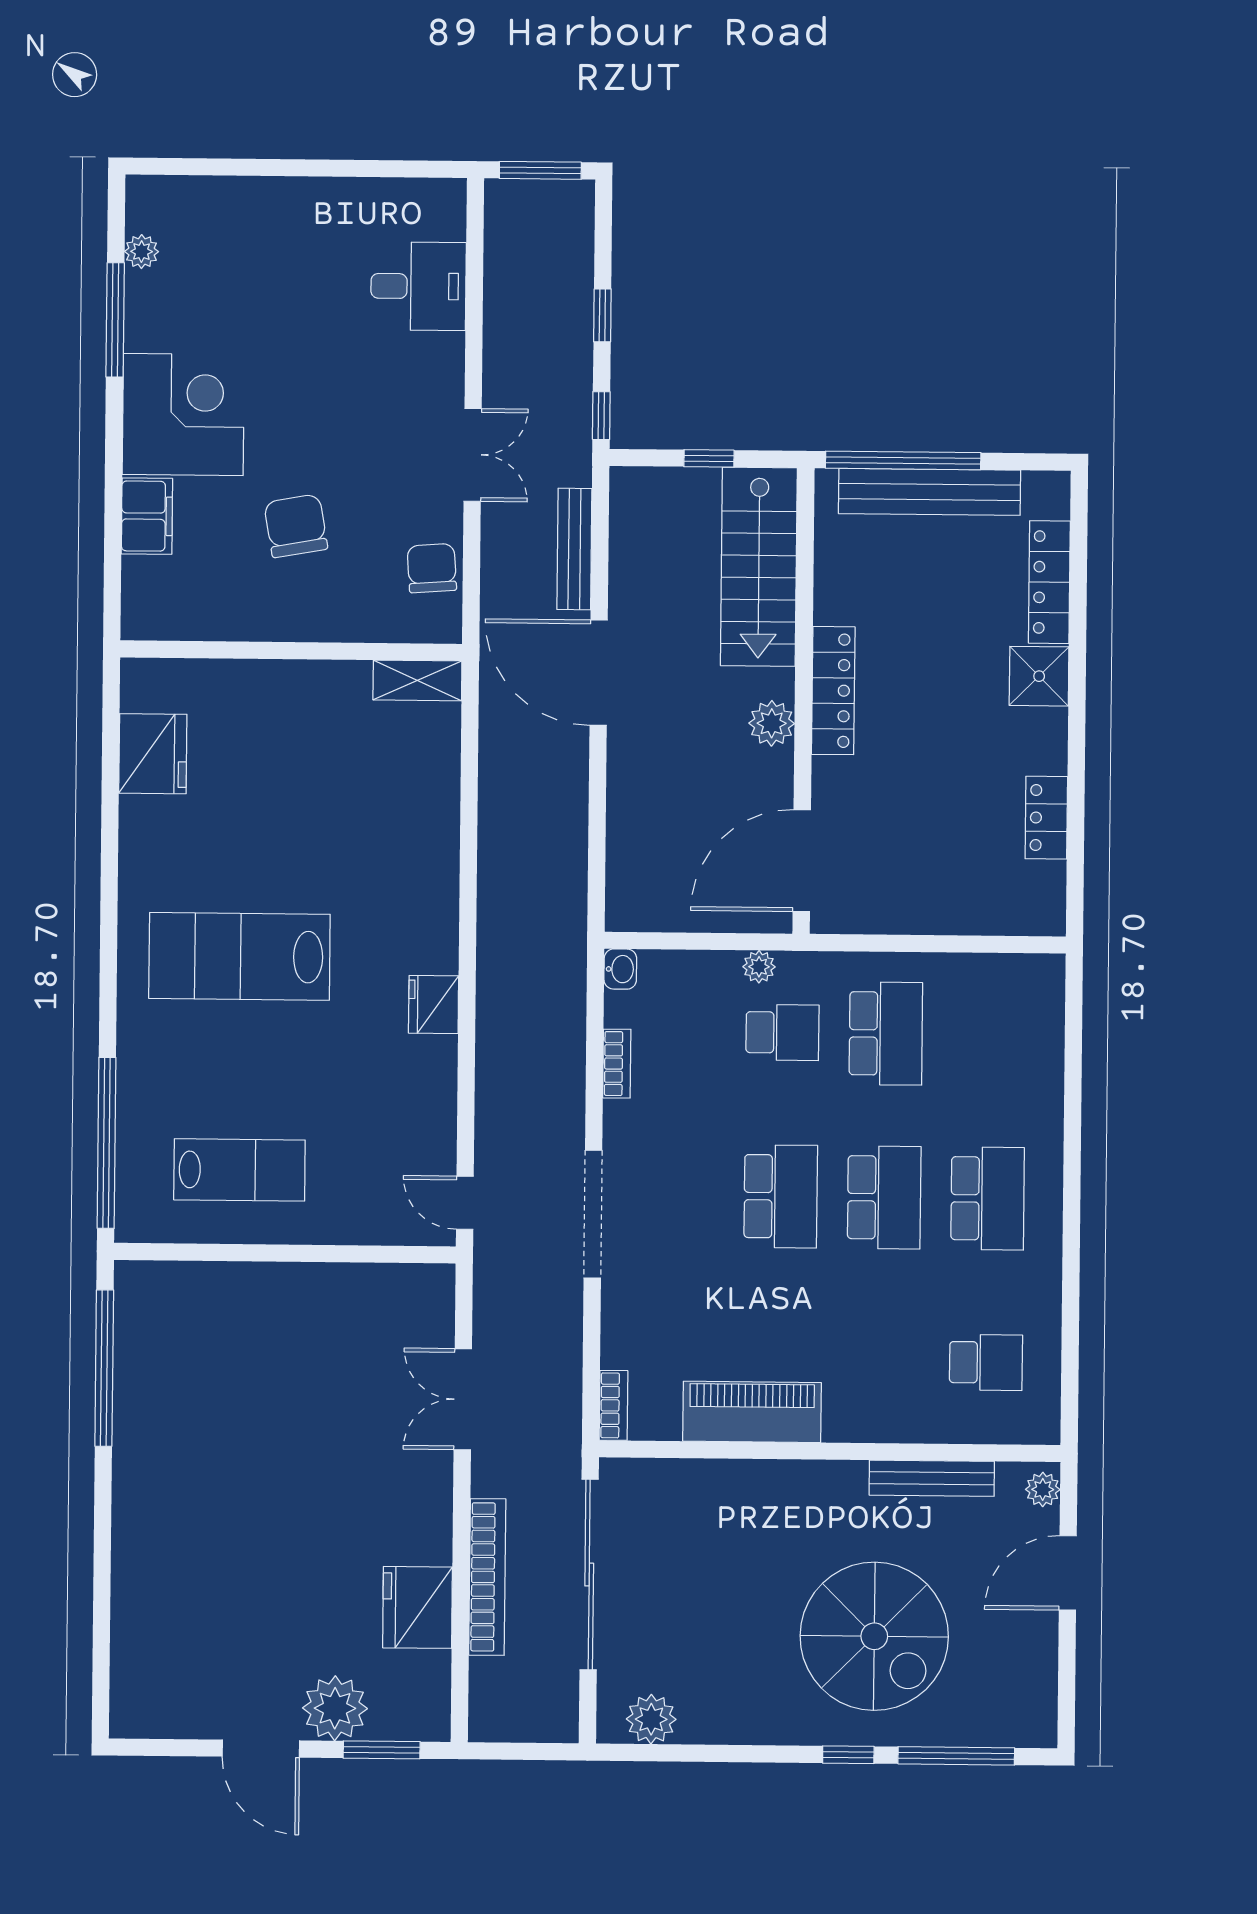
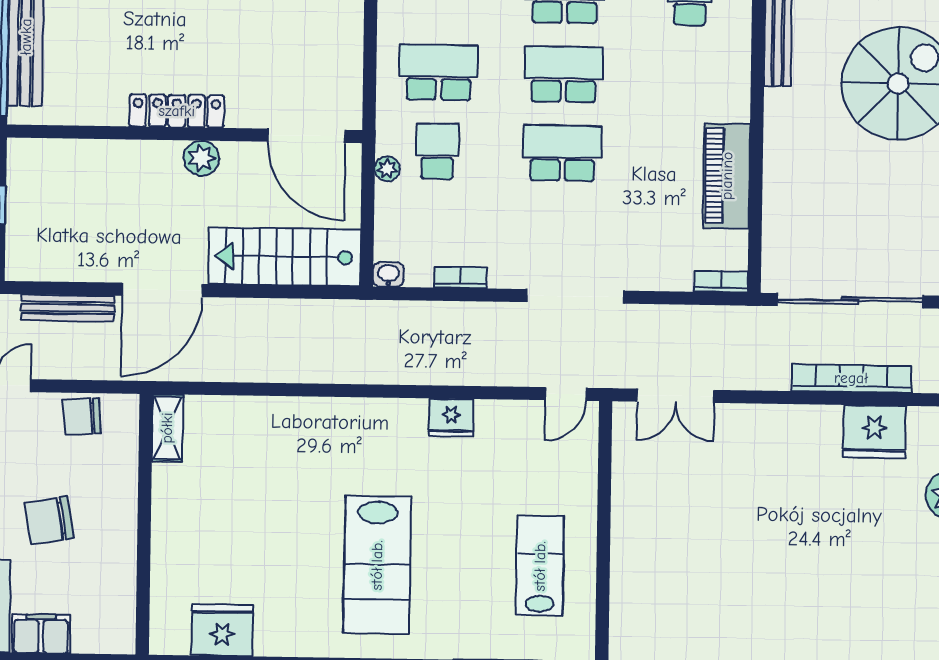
stairs: (759, 567) -> (285, 257), moved, turned 180
fridge: (434, 1004) -> (451, 418), moved
double door: (463, 1399) -> (676, 396), moved

